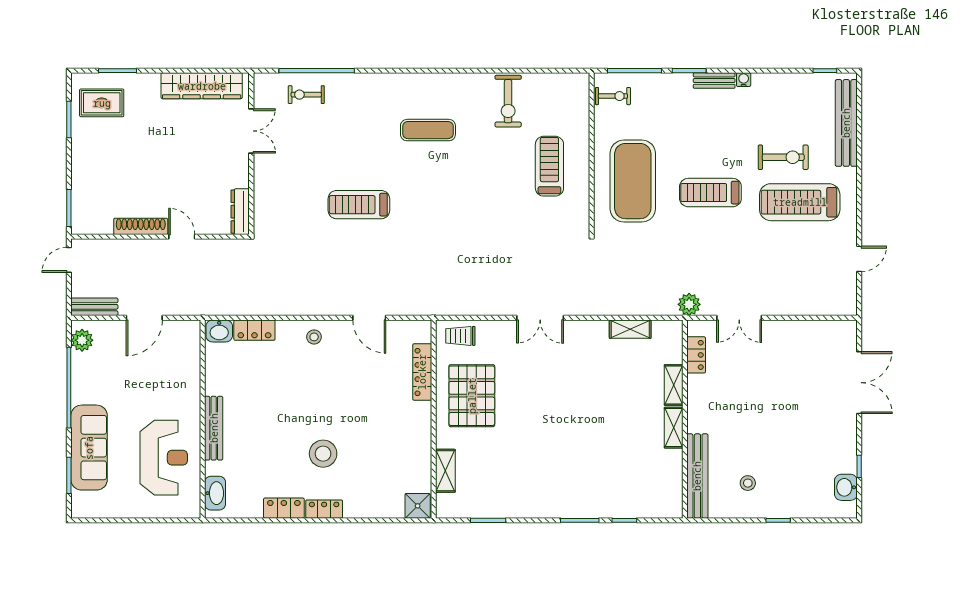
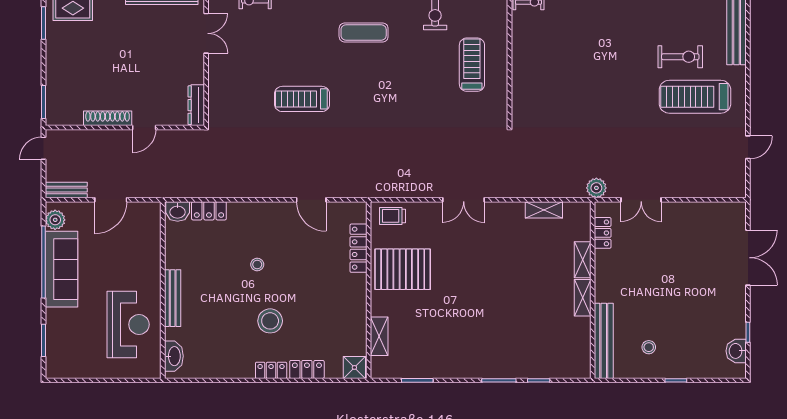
exercise mat: (633, 181) -> (546, 78), removed
treadmill: (710, 193) -> (615, 88), removed
door: (182, 237) -> (144, 128), swing flipped
stool: (314, 337) -> (257, 264), moved
pallet: (472, 396) -> (403, 269), turned 90
sofa: (89, 448) -> (62, 269), moved
locker: (284, 508) -> (307, 369), moved

